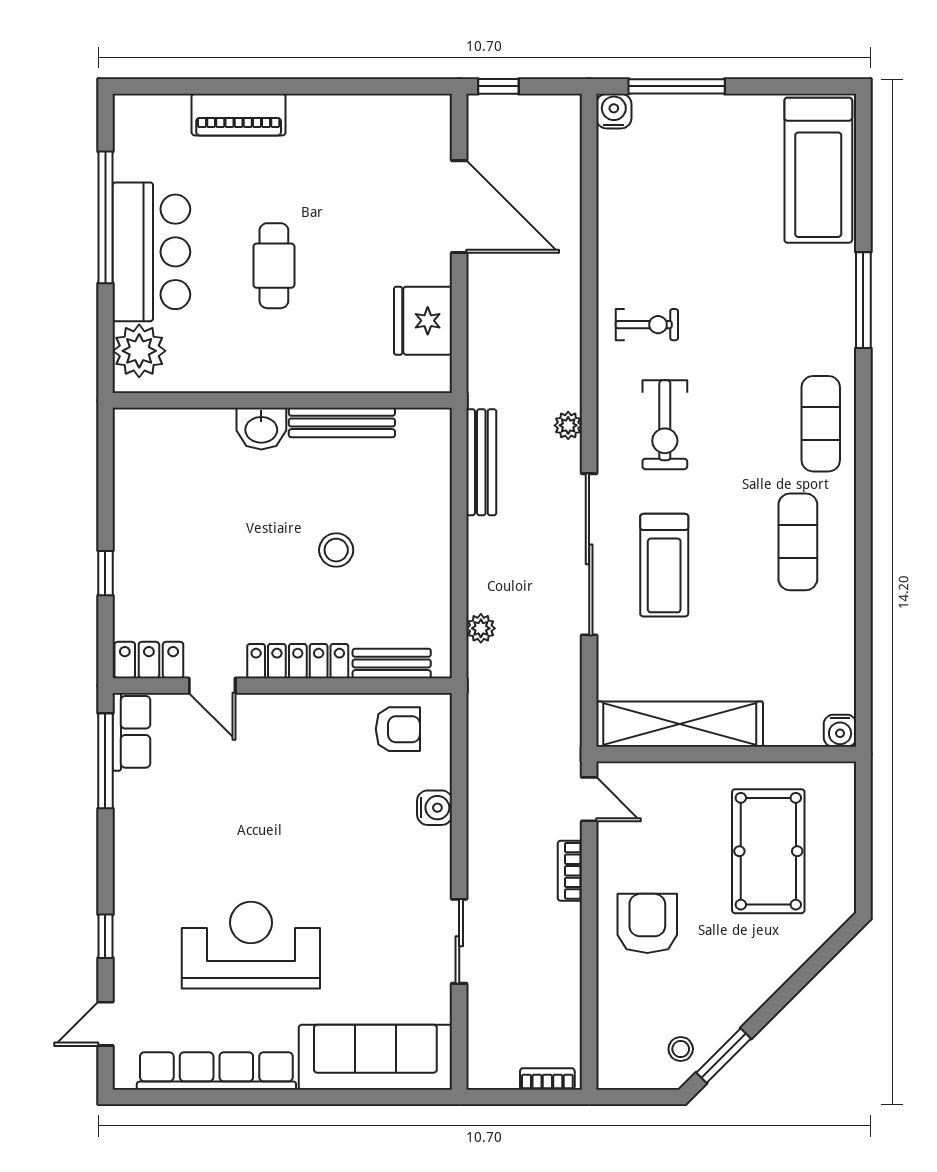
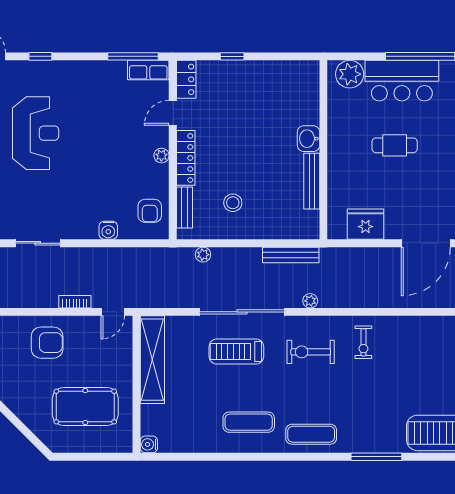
stool: (336, 550) -> (233, 203), moved
plant: (293, 707) -> (161, 156), added

